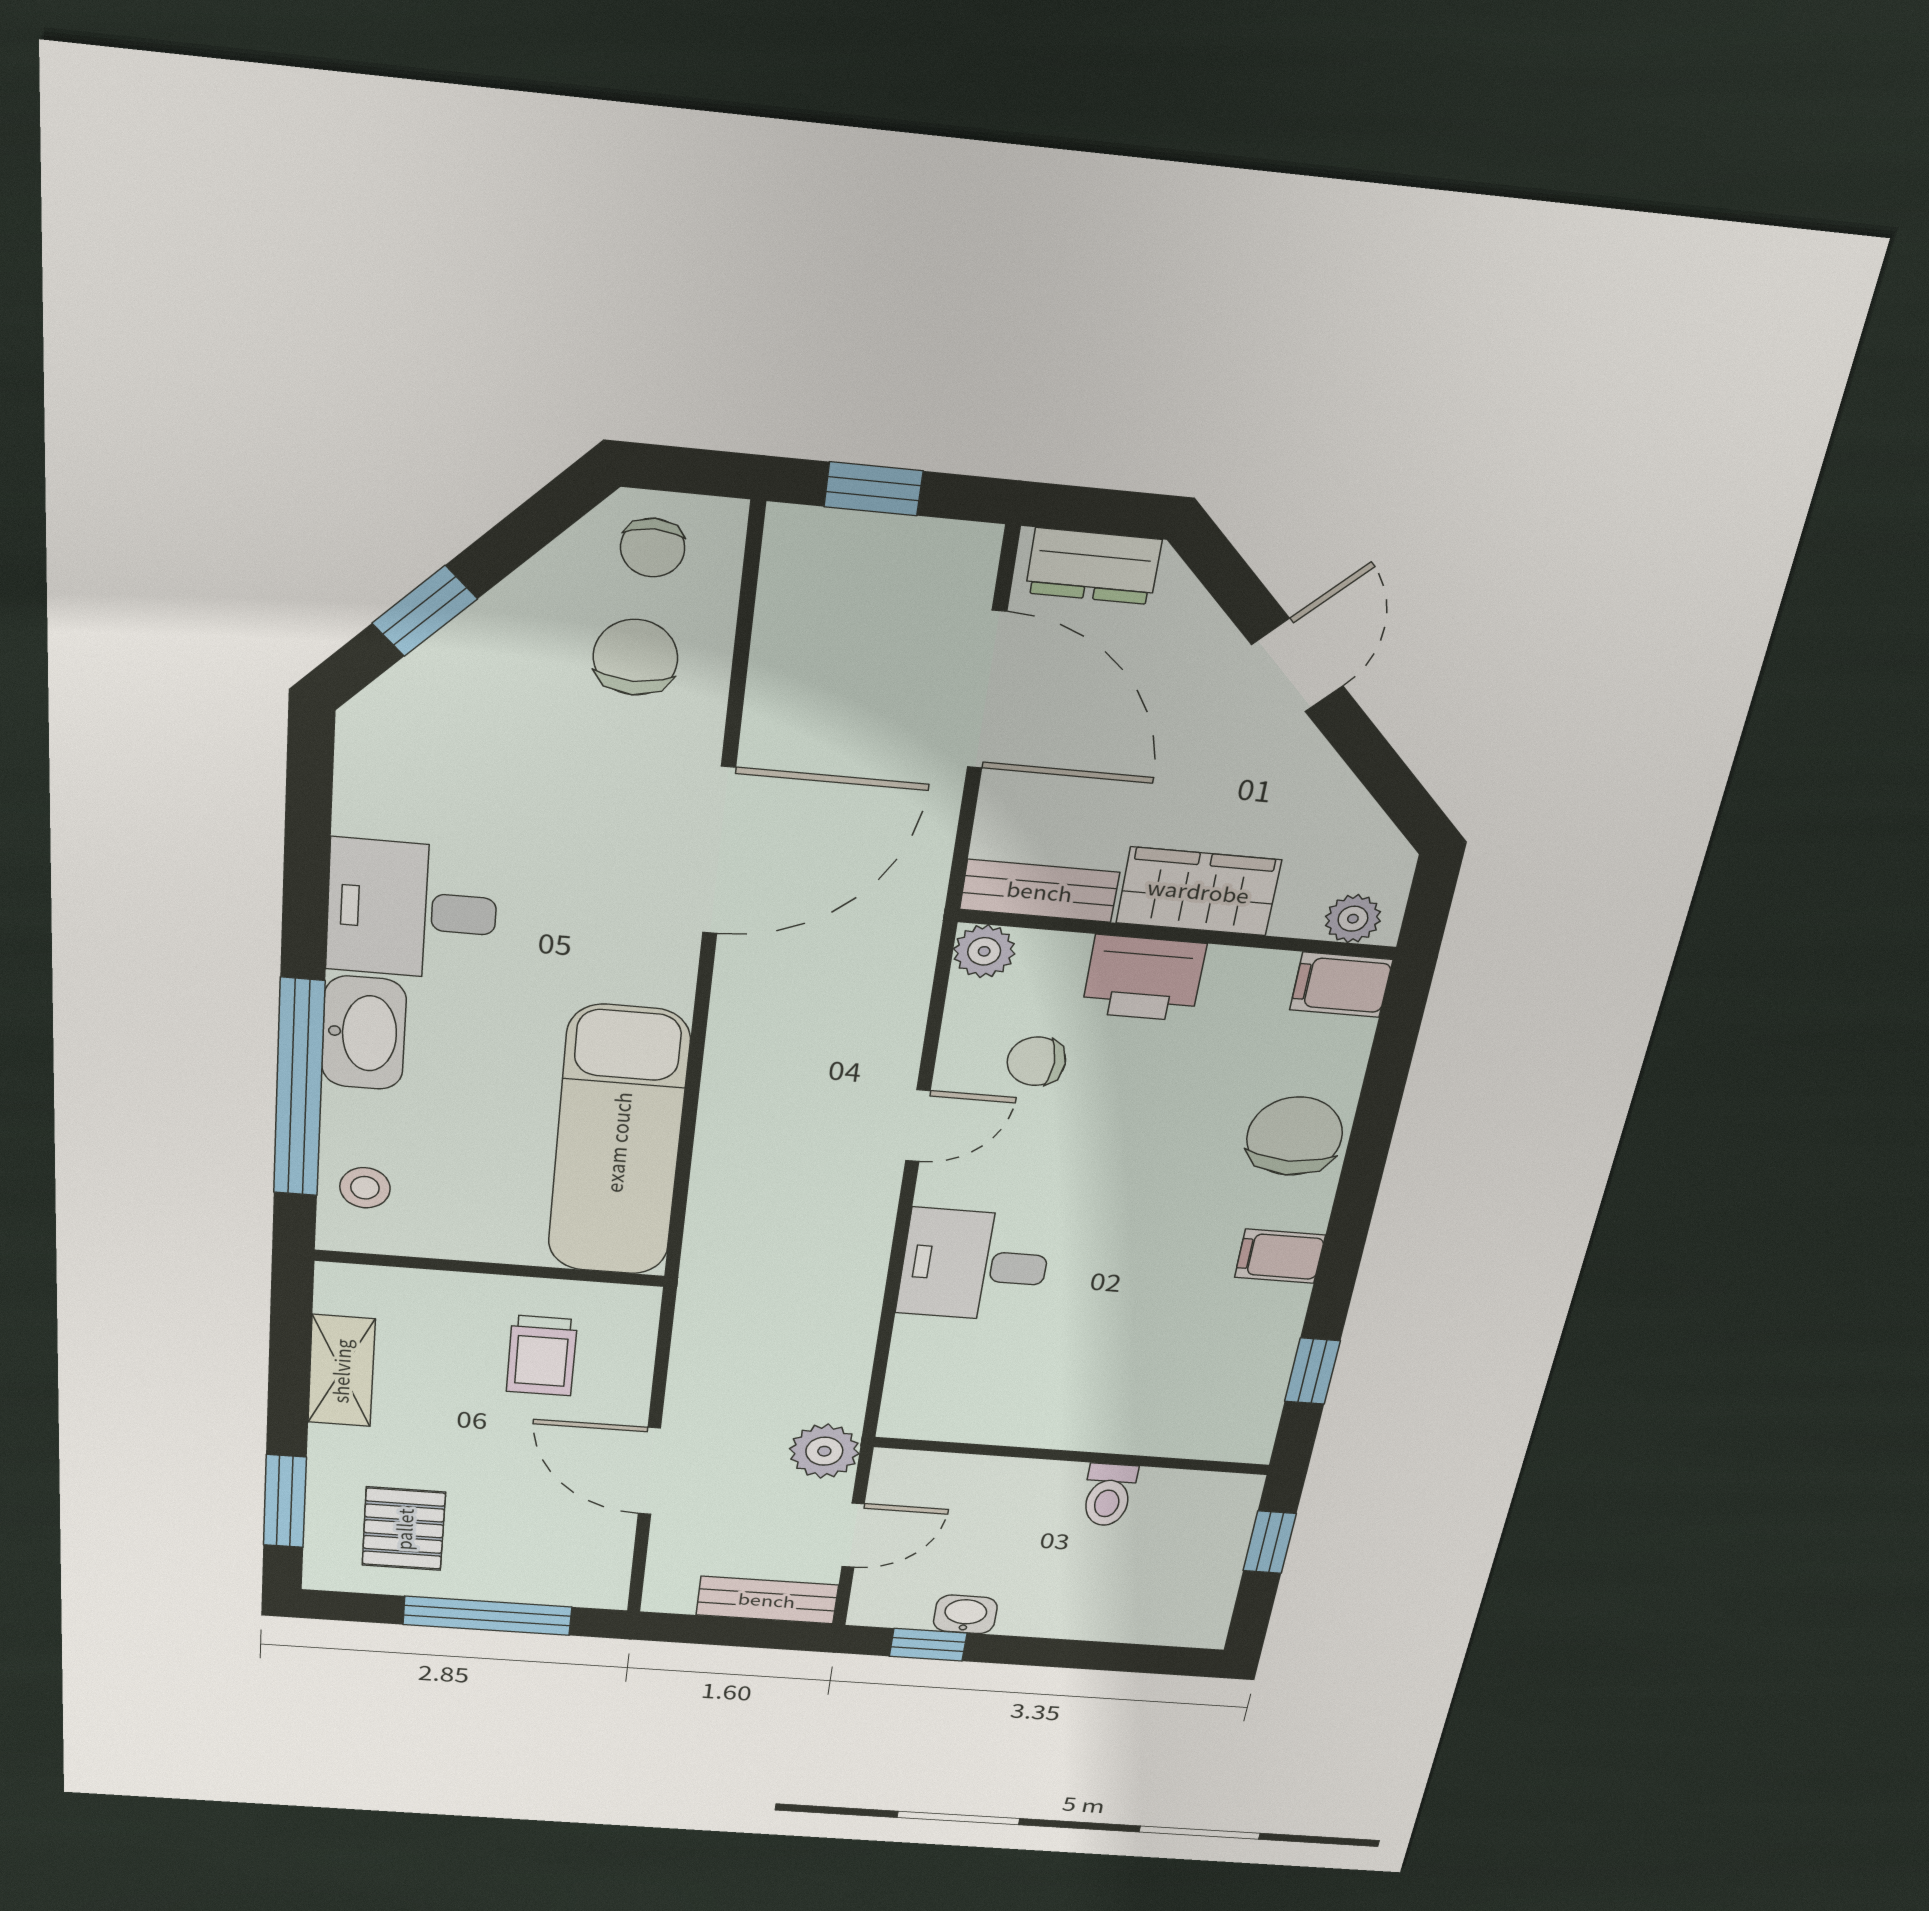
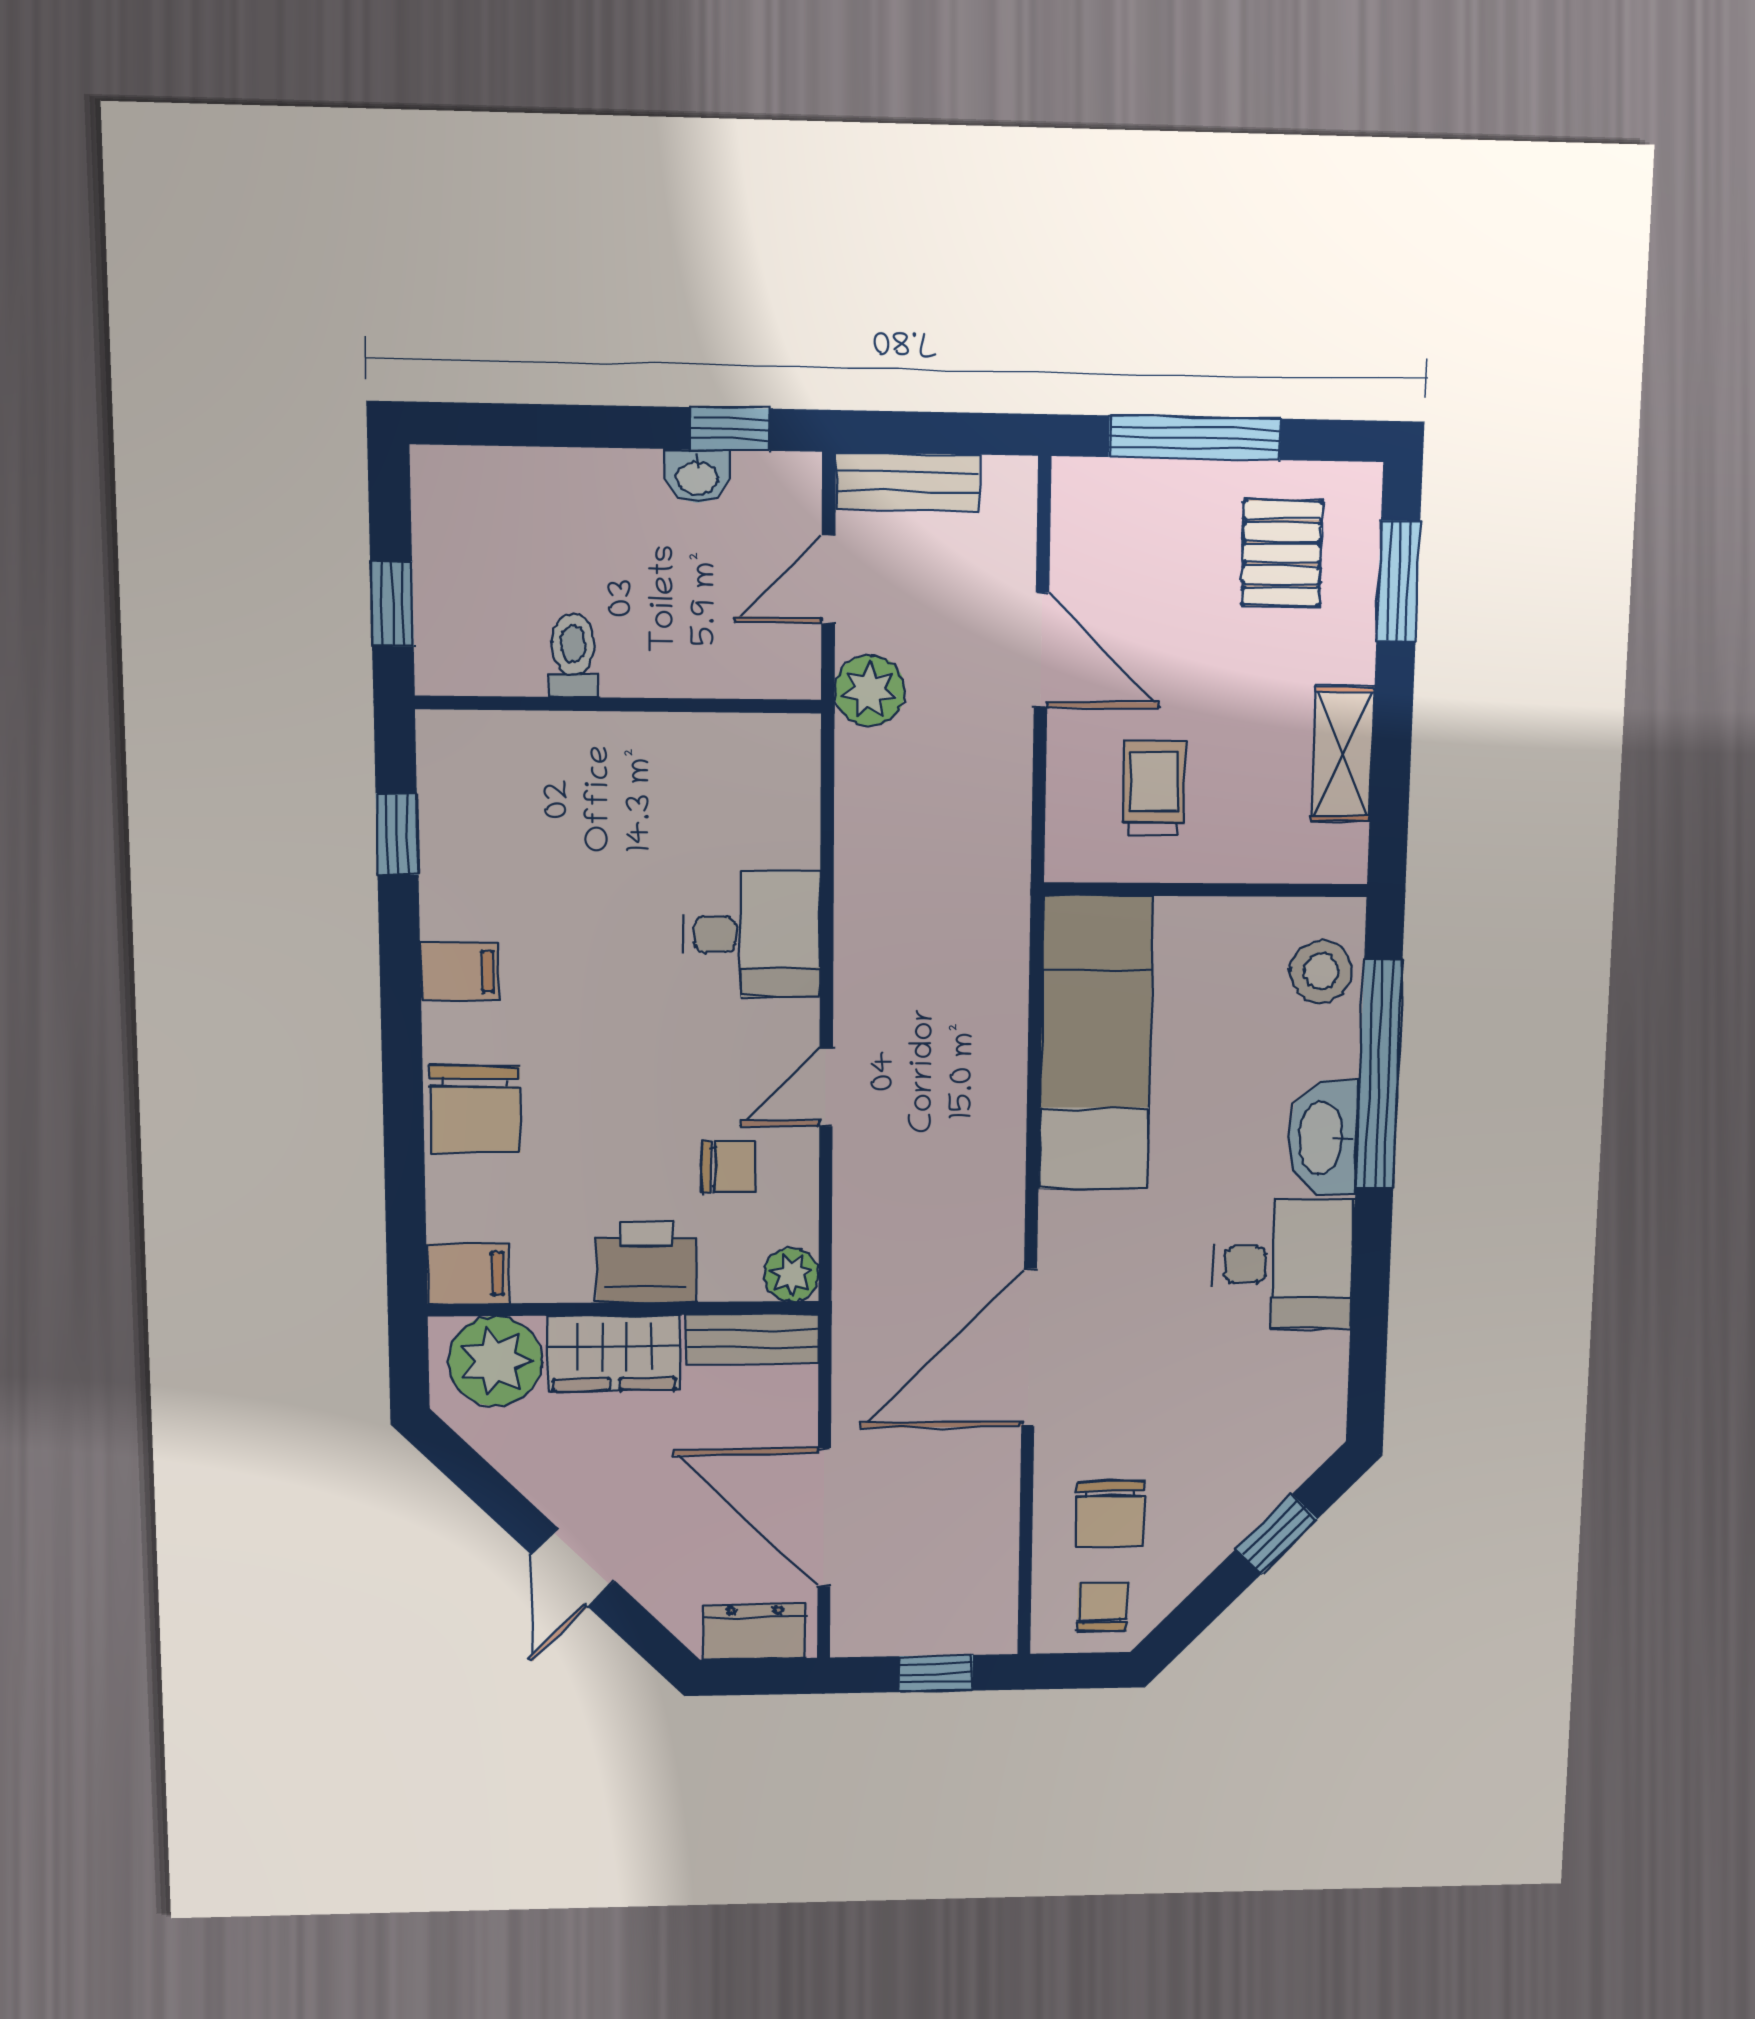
plant: (1353, 919) -> (495, 1361), width x1.87, depth x1.87
stool: (365, 1188) -> (1321, 972), width x1.37, depth x1.37

